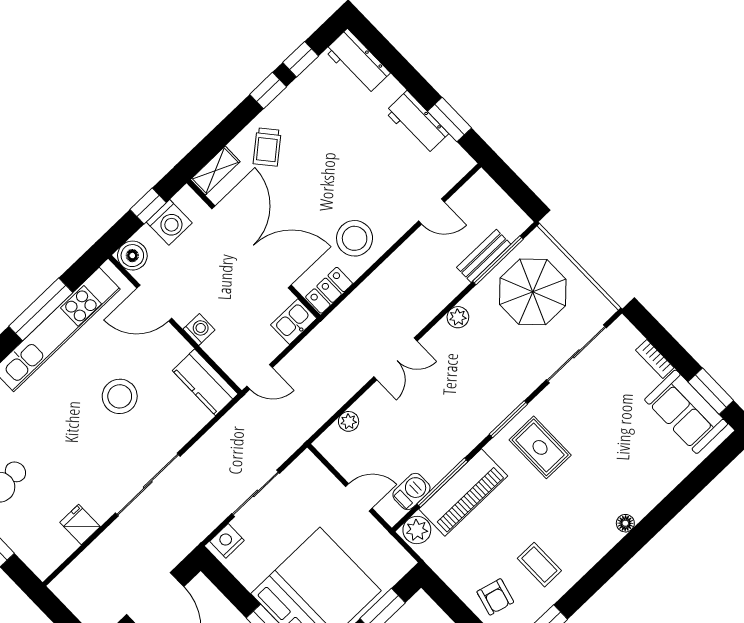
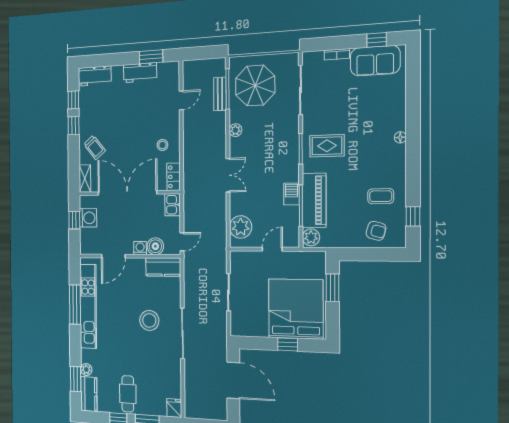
stool: (355, 238) -> (162, 145), width x0.53, depth x0.53
boiler: (132, 256) -> (155, 246), moved
window: (711, 391) -> (377, 40), width x0.67
stool: (120, 396) -> (149, 320), moved
plant: (349, 421) -> (241, 227), width x1.88, depth x1.88
barbecue: (411, 491) -> (292, 194), moved
fridge: (80, 525) -> (174, 408), moved, turned 90
nightstand: (227, 541) -> (237, 325), removed

